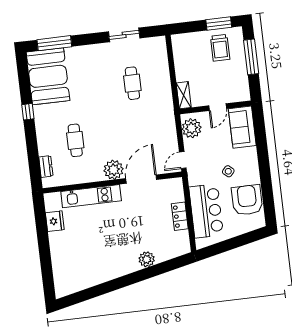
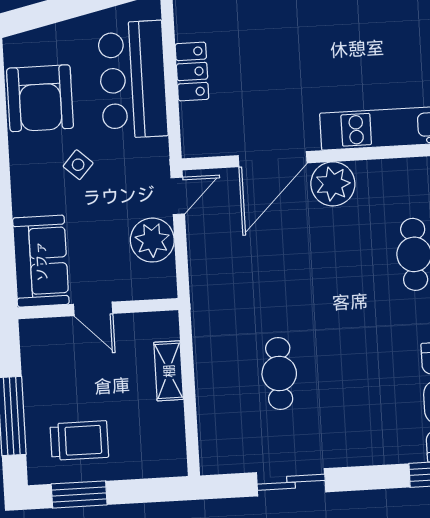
trolley: (220, 48) -> (79, 441), turned 90
shelving: (184, 95) -> (169, 371), moved
door: (218, 107) -> (93, 309), swing flipped
plant: (192, 128) -> (152, 240), moved

